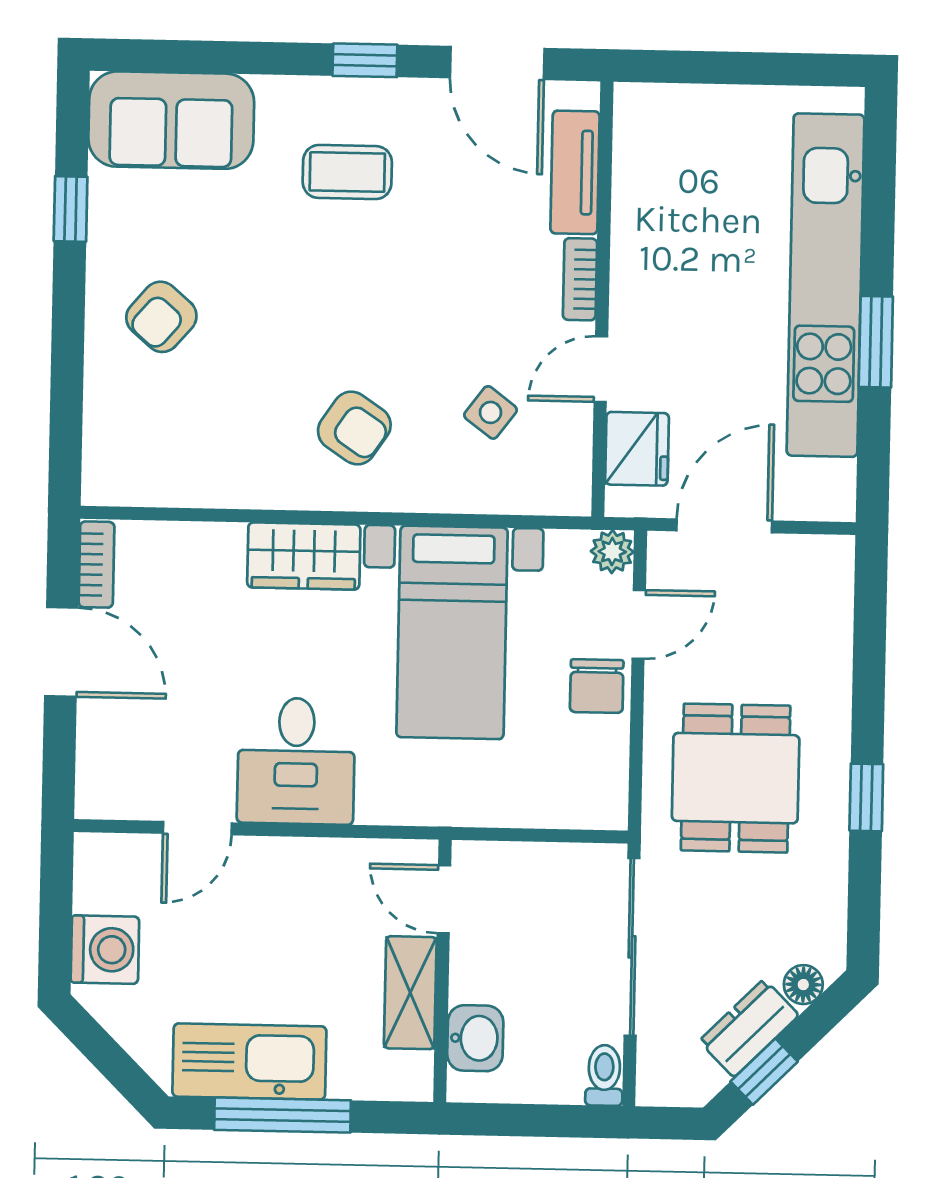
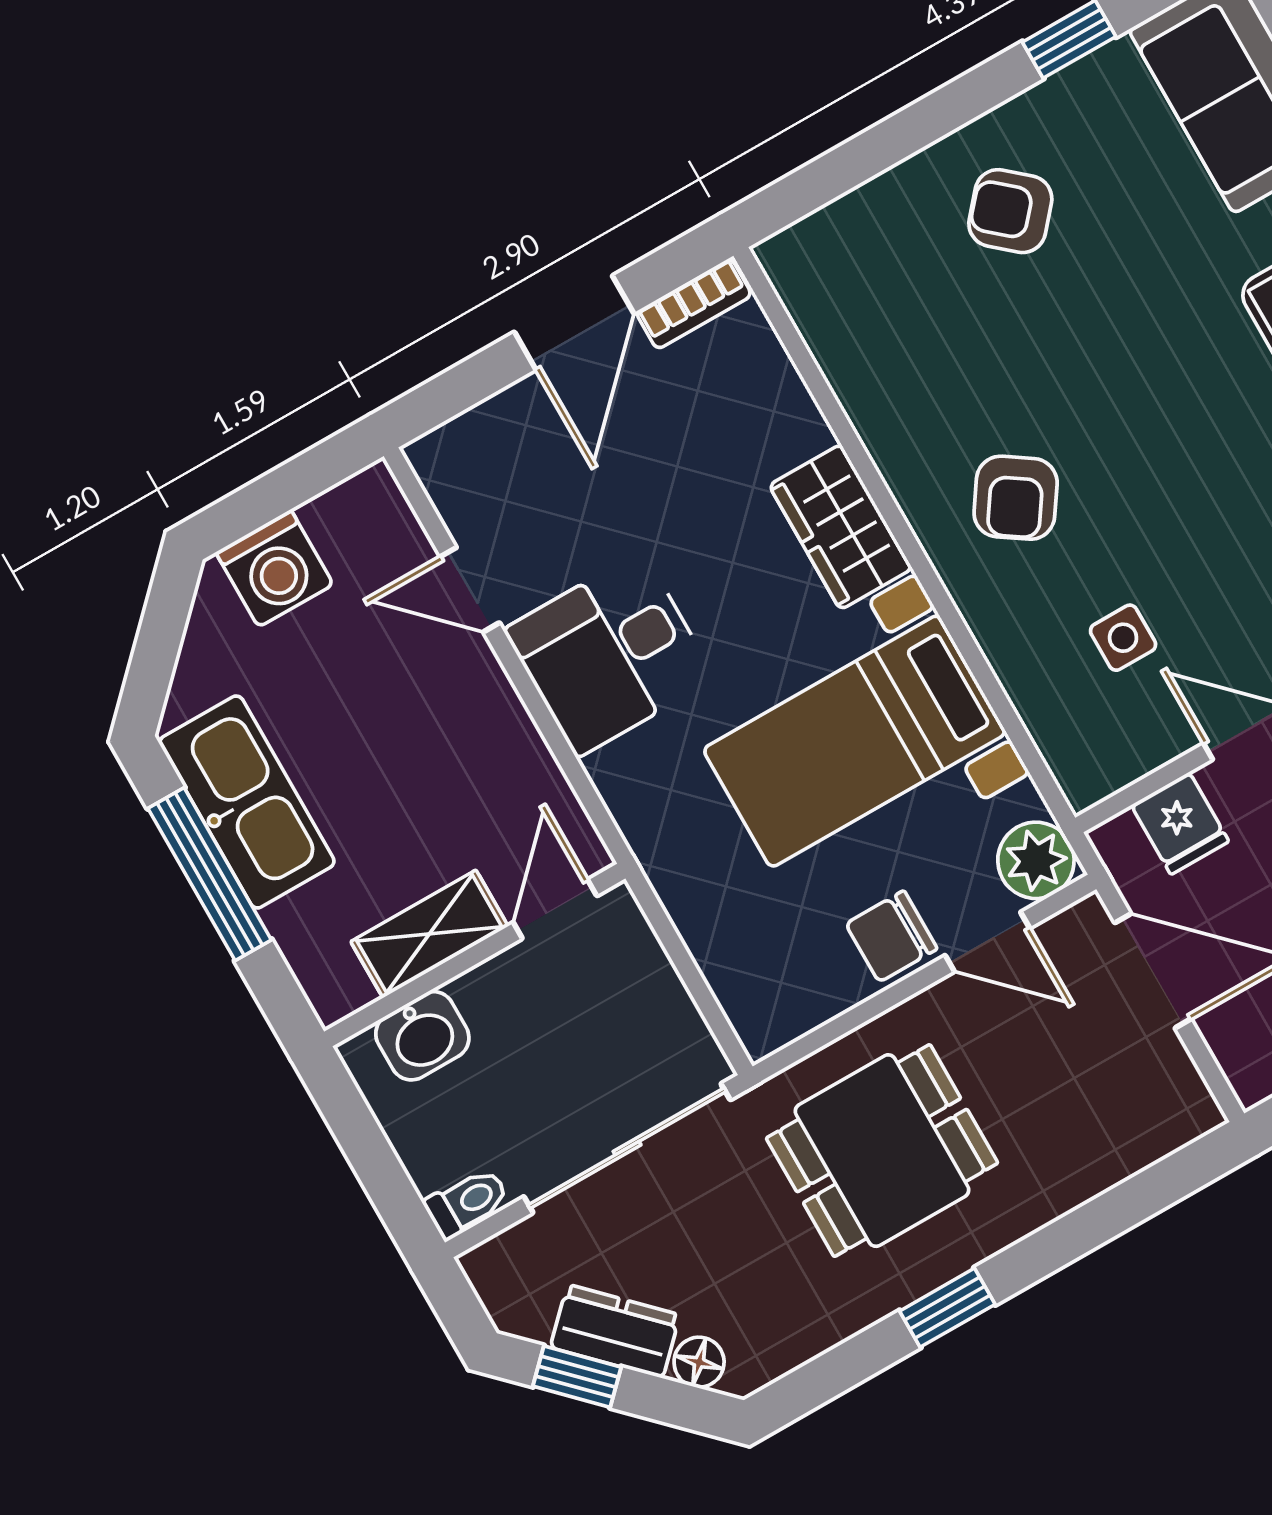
side table: (491, 412) -> (1123, 638), turned -37
fridge: (637, 449) -> (1180, 823), width x0.72
plant: (612, 552) -> (1036, 860), width x1.38, depth x1.38

